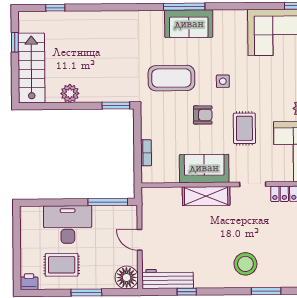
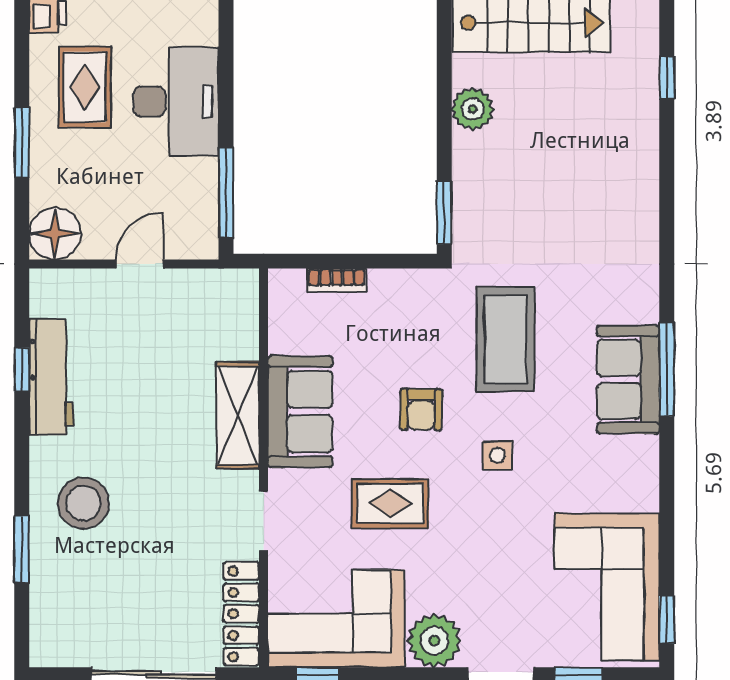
workbench: (168, 279) -> (51, 377), moved

